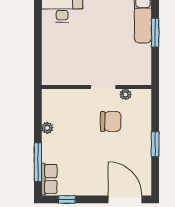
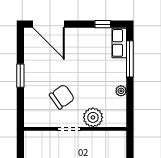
plant: (125, 94) -> (93, 117), moved, width x1.88, depth x1.88
chair: (111, 121) -> (62, 97), turned 145

